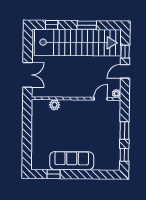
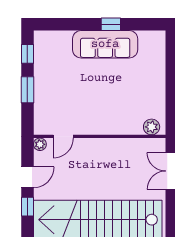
plant: (55, 105) -> (152, 127), moved
window: (54, 174) -> (111, 24), moved

